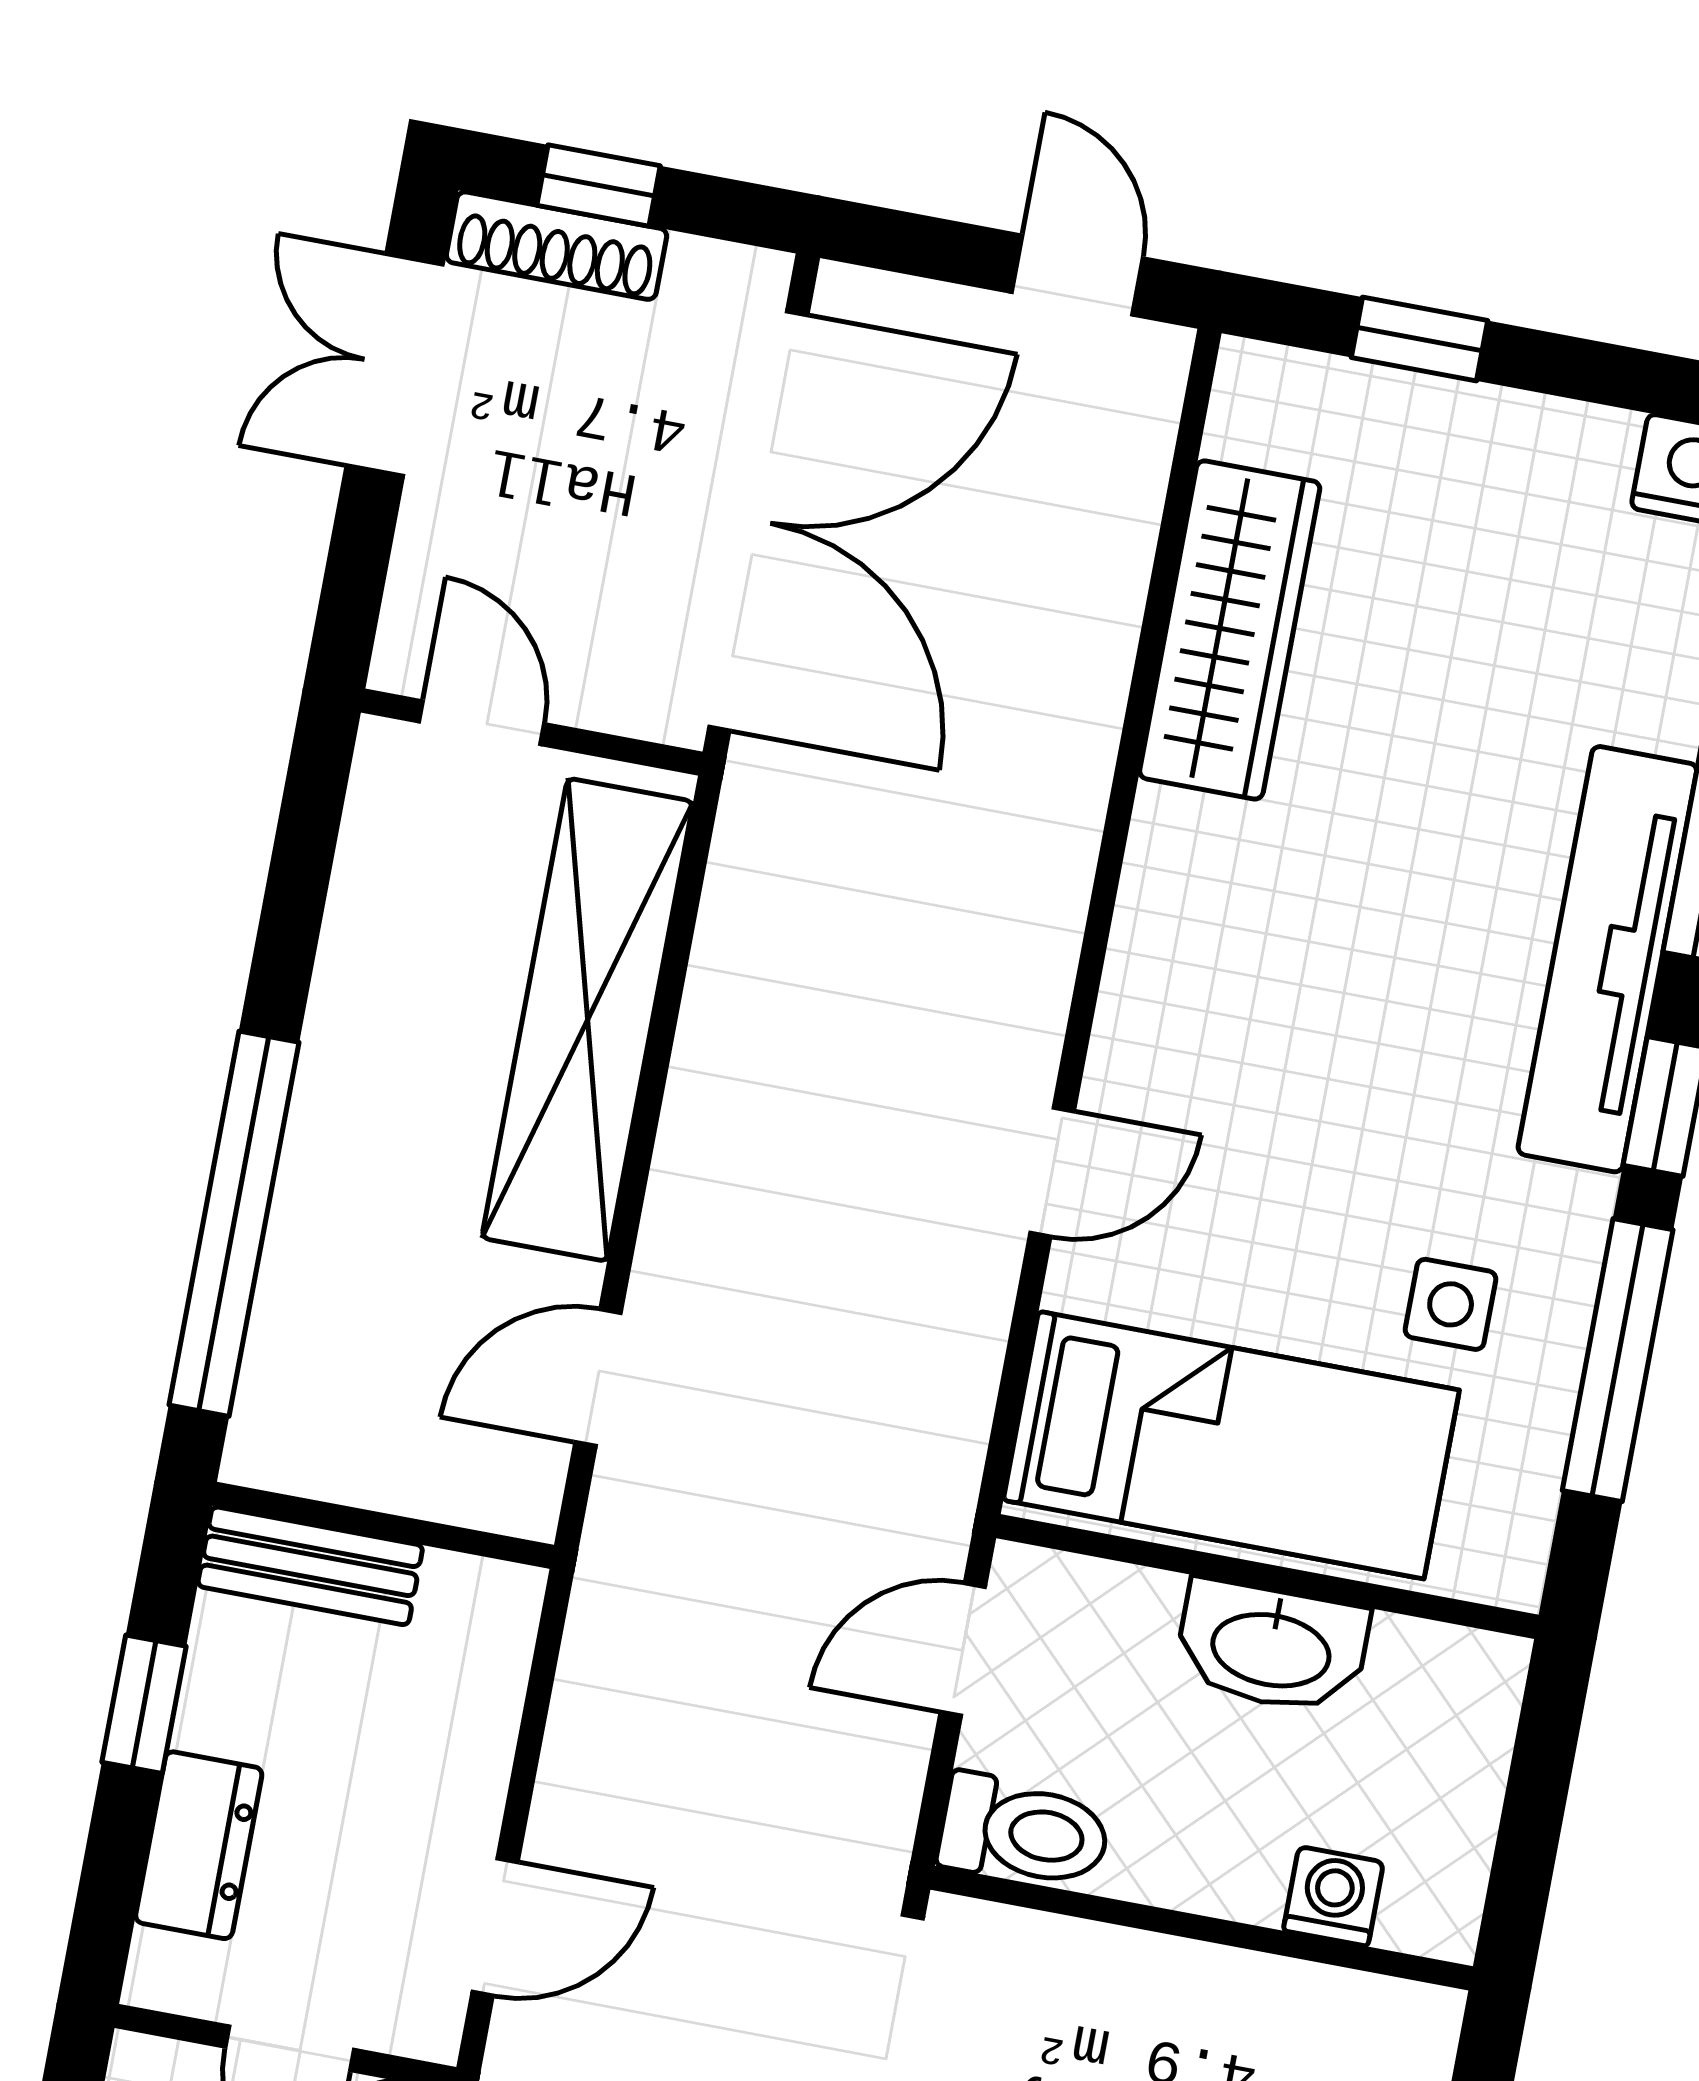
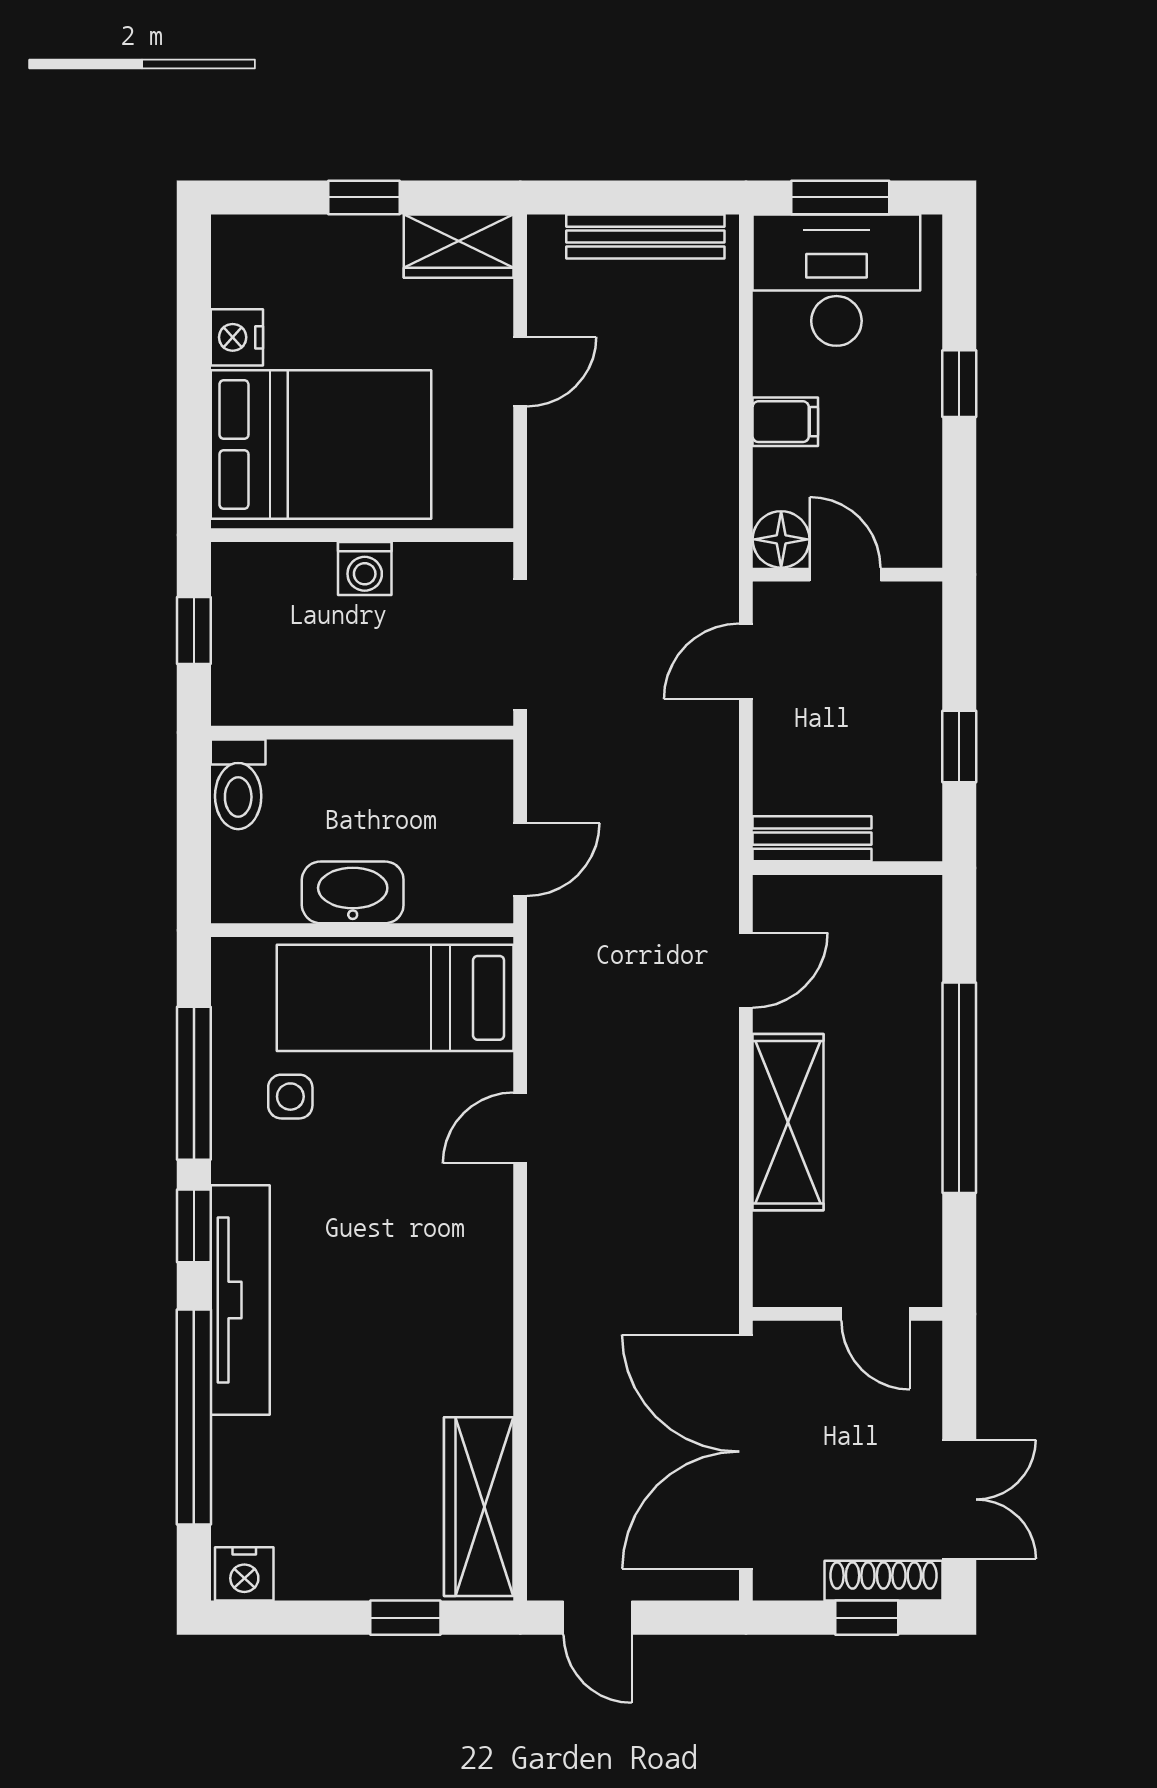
wardrobe: (1230, 630) -> (479, 1507), moved
shelving: (587, 1020) -> (788, 1122), width x0.68
window: (234, 1224) -> (959, 1088), moved
bench: (310, 1566) -> (812, 839), moved
toilet: (1024, 1832) -> (238, 784), moved, turned -90
dresser: (199, 1845) -> (915, 676), removed
washing machine: (1333, 1896) -> (294, 763), removed

